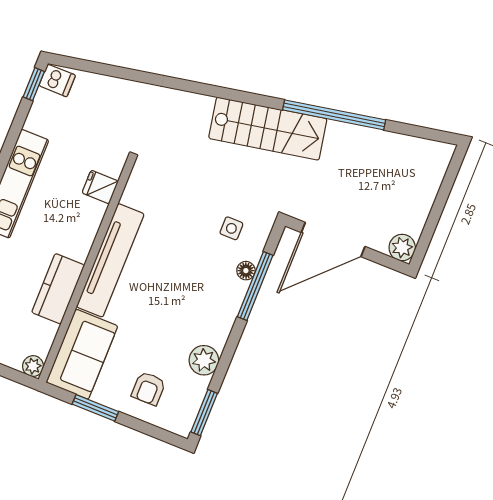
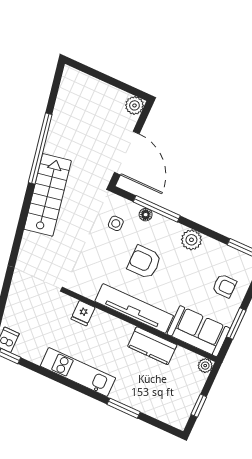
armchair: (178, 272) -> (144, 262), added
plant: (204, 360) -> (191, 240), moved

